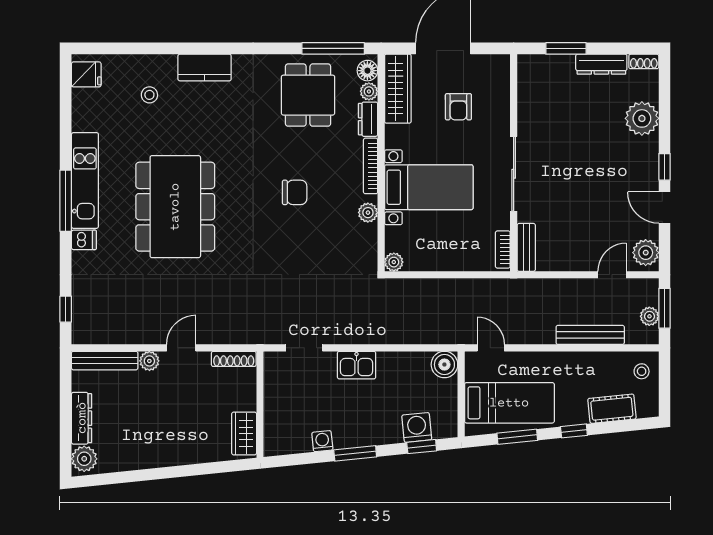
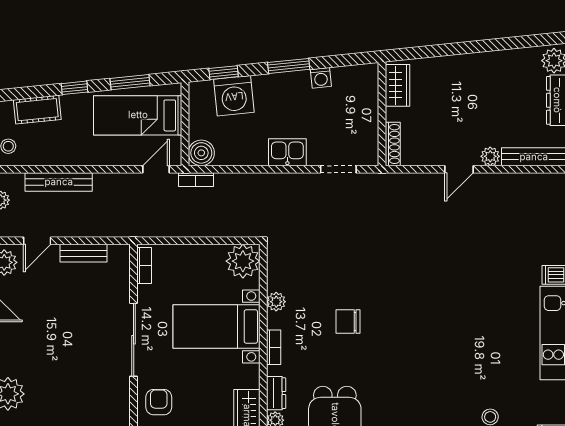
armchair: (458, 107) -> (159, 402), moved
bookcase: (371, 166) -> (274, 347), width x0.64
dining table: (175, 207) -> (465, 307), removed
bench: (526, 247) -> (83, 253), moved, turned 90
plant: (394, 262) -> (243, 261), width x1.88, depth x1.88
bookcase: (450, 337) -> (196, 180), added
door: (491, 348) -> (156, 169), swing flipped
shoe rack: (234, 359) -> (393, 144), moved, turned 90
washing machine: (417, 427) -> (234, 96), width x1.37, depth x1.37

